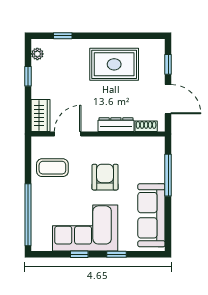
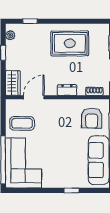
dresser: (116, 125) -> (67, 90), width x0.70
armchair: (105, 177) -> (92, 118), moved, turned 180
corner sofa: (85, 228) -> (24, 163), moved, turned 90
window: (79, 254) -> (43, 190), removed

